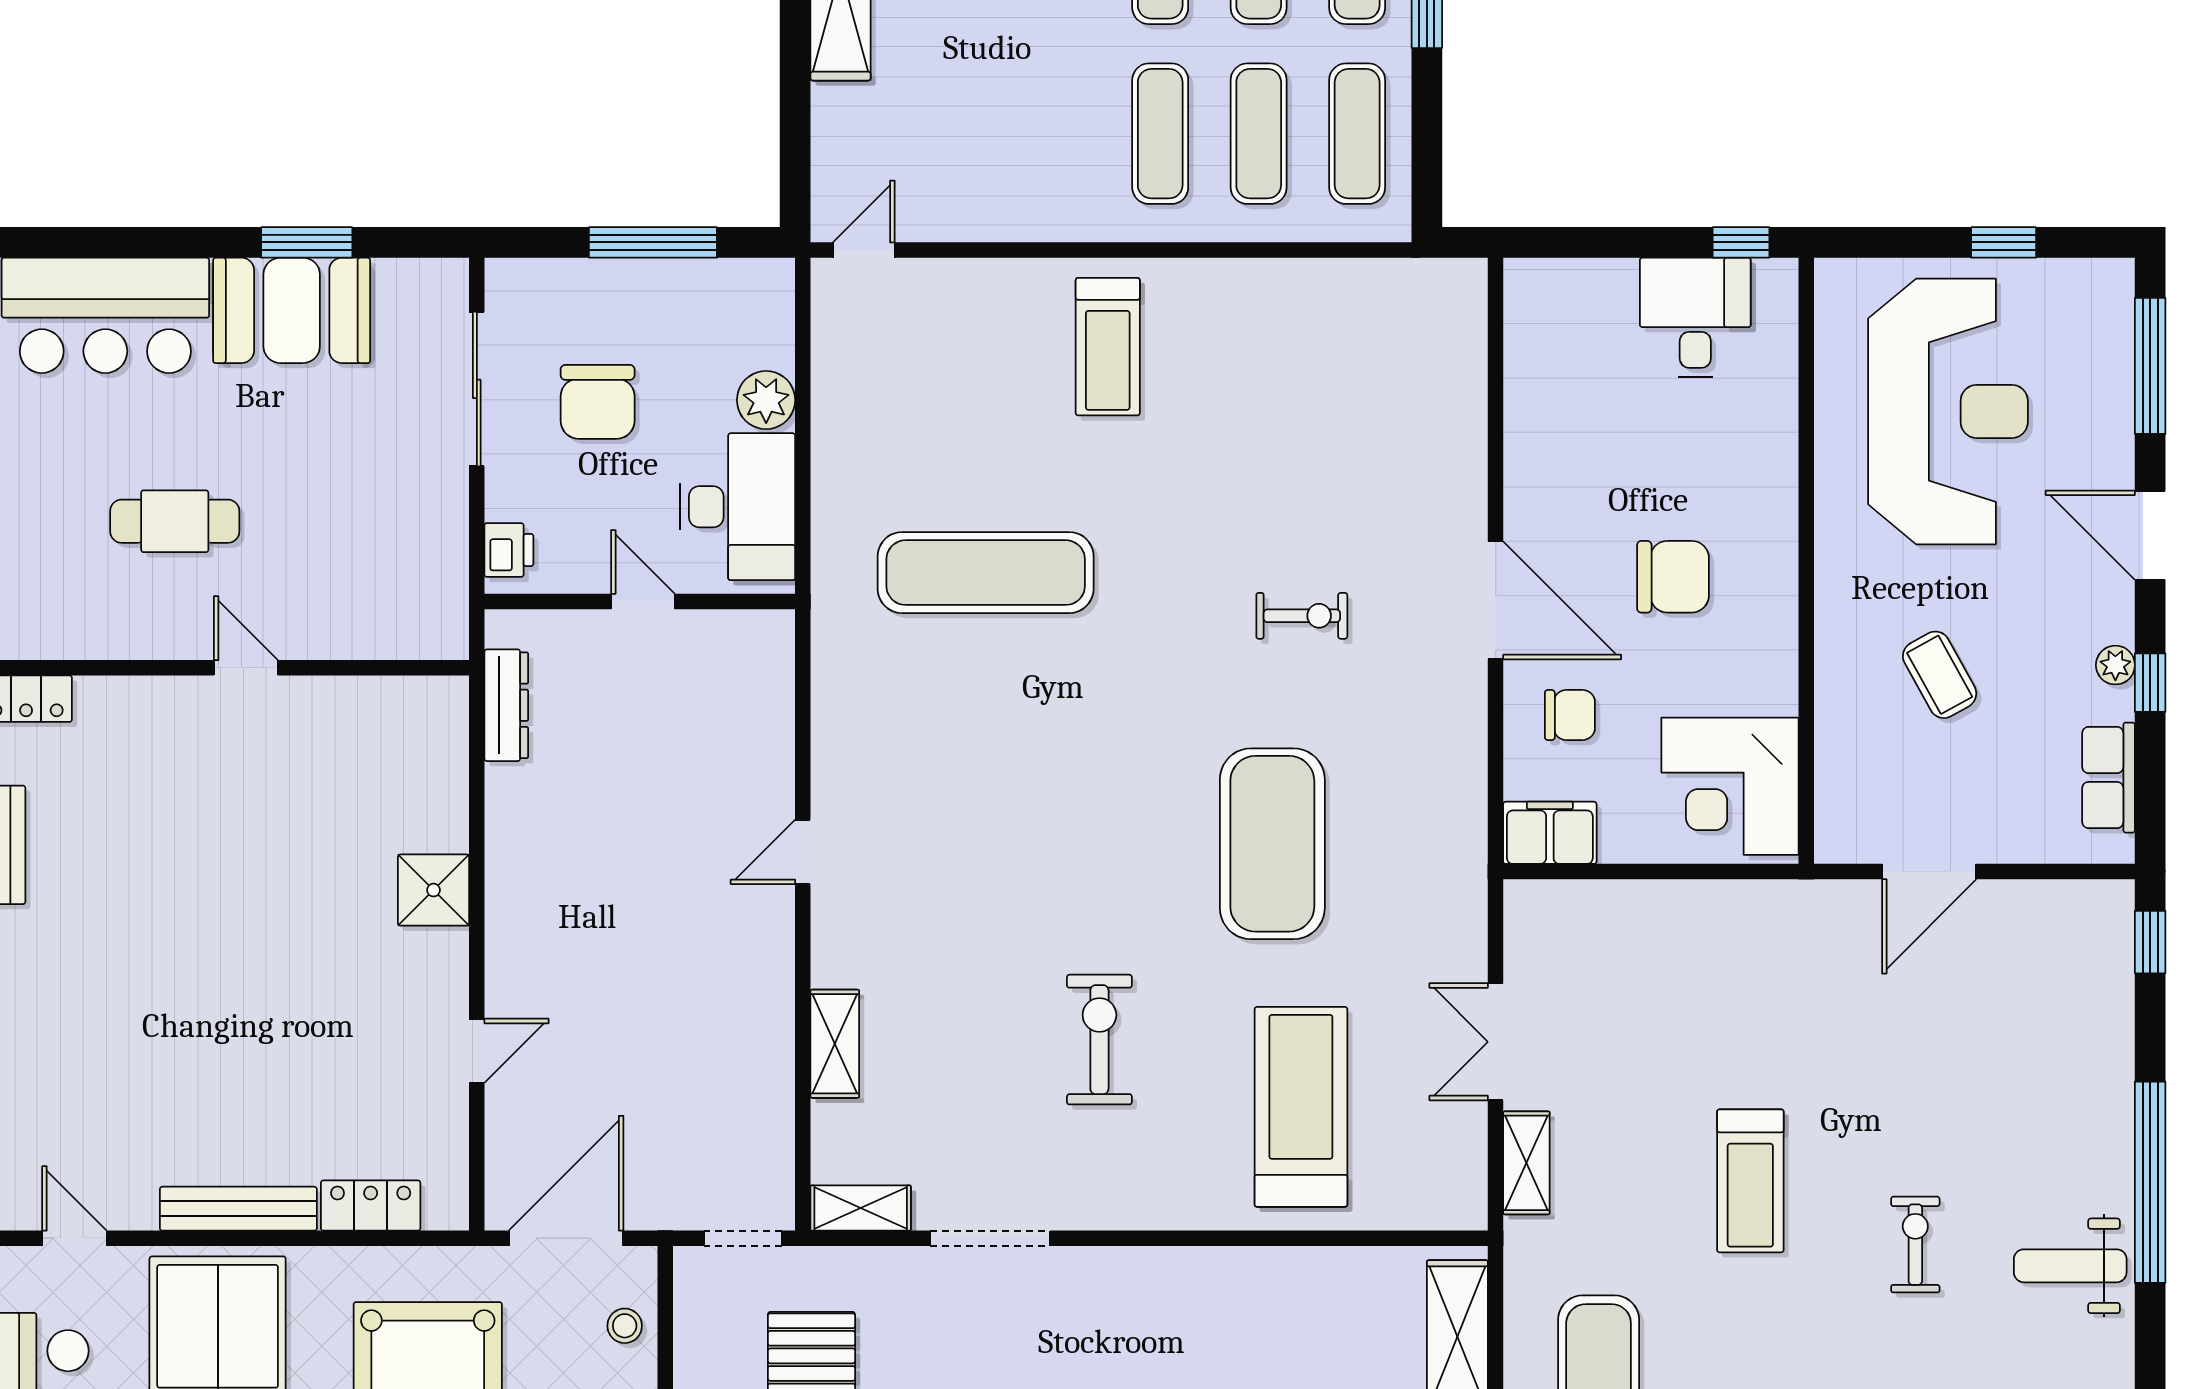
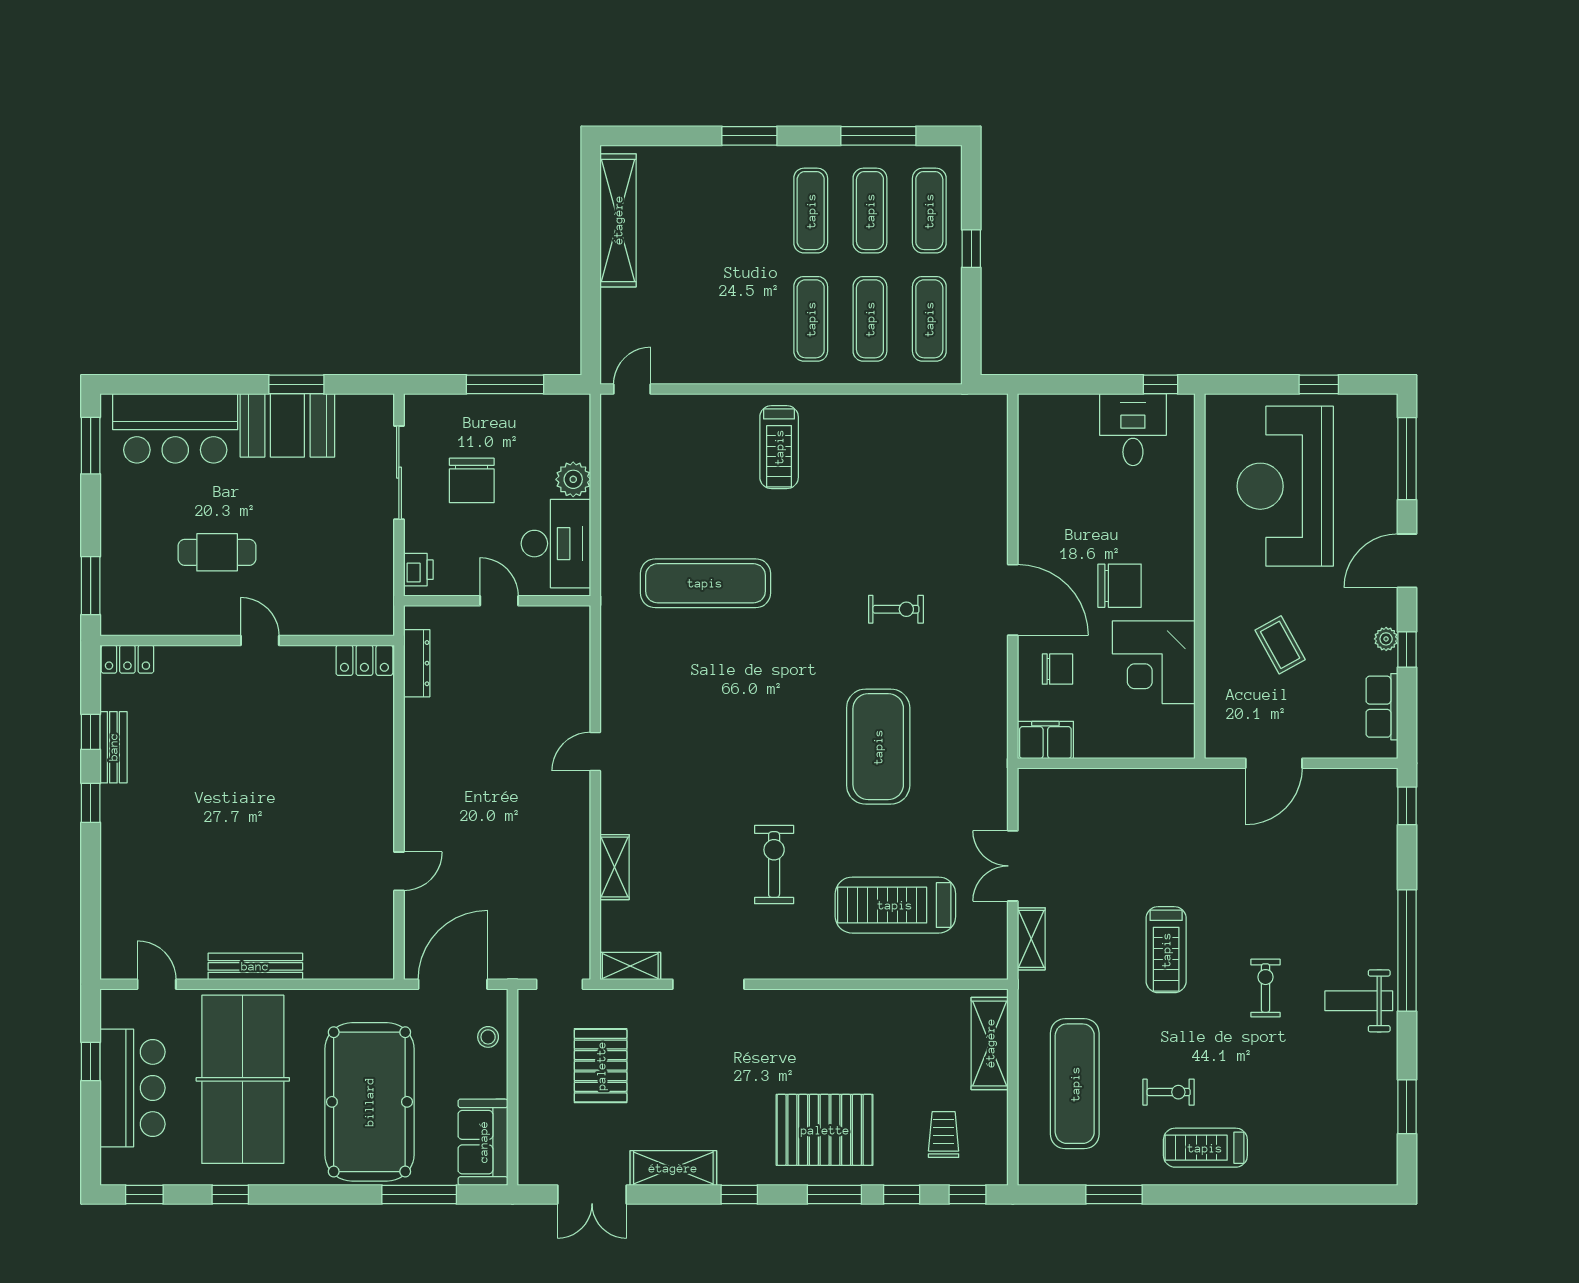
reception desk: (1948, 411) -> (1285, 486), turned 180
door: (2150, 535) -> (1407, 561), hinge flipped
corner desk: (1730, 786) -> (1154, 662), moved
shower: (434, 890) -> (373, 774), removed
treadmill: (1301, 1107) -> (895, 905), turned -90
locker: (371, 1206) -> (364, 660), moved, turned 180

